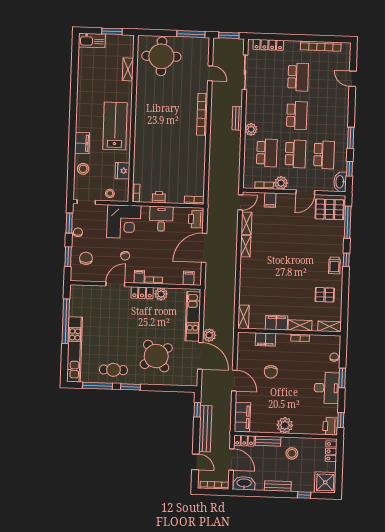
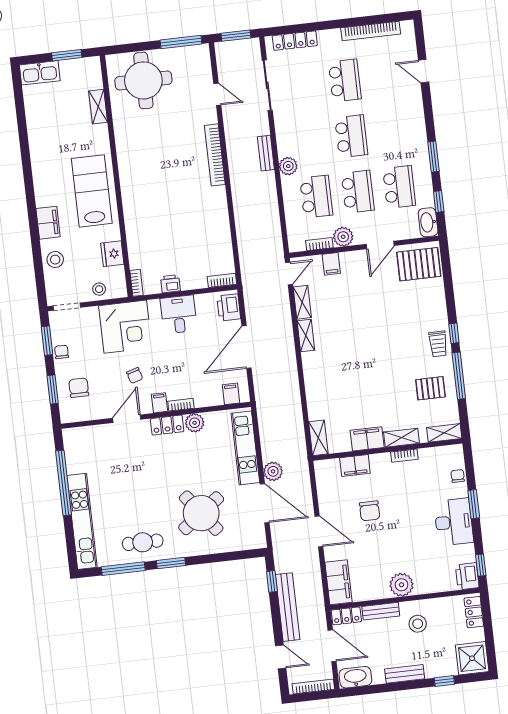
window: (348, 222) -> (459, 376), moved

